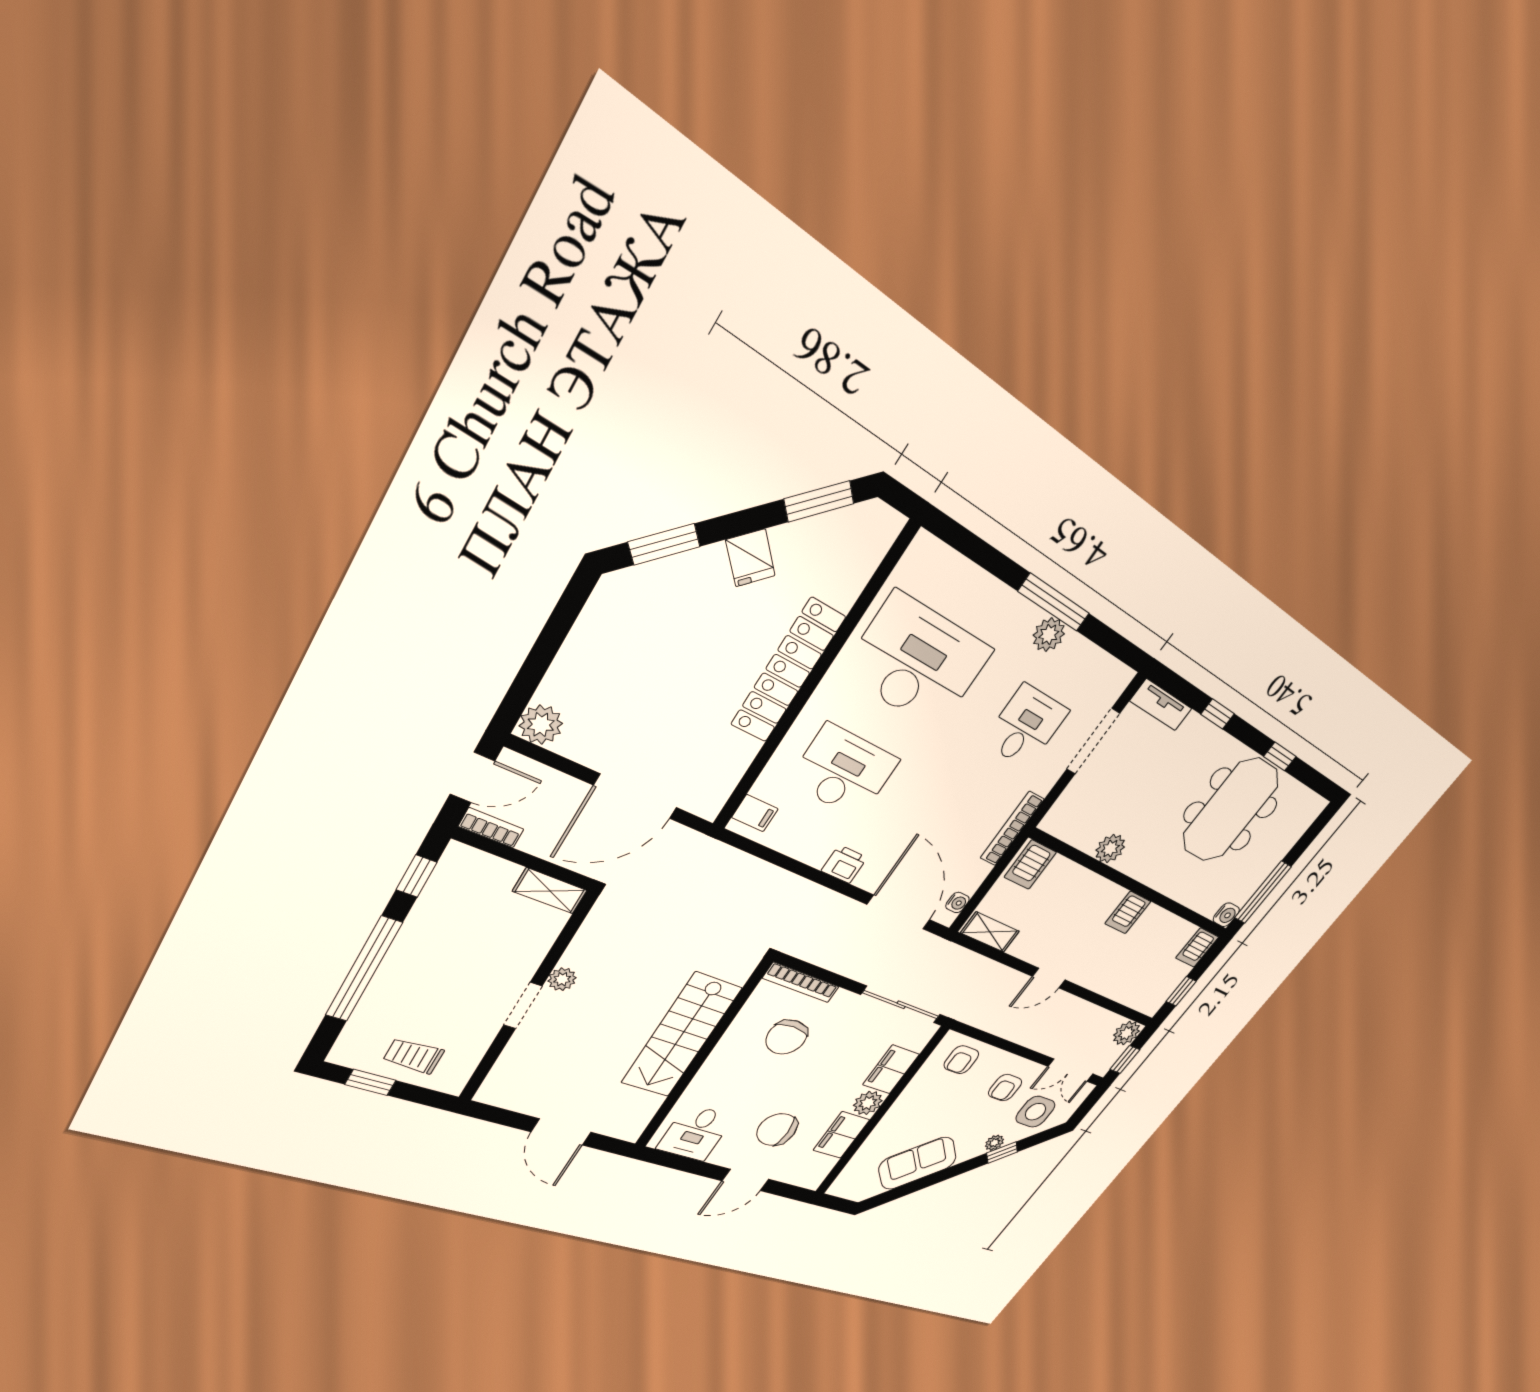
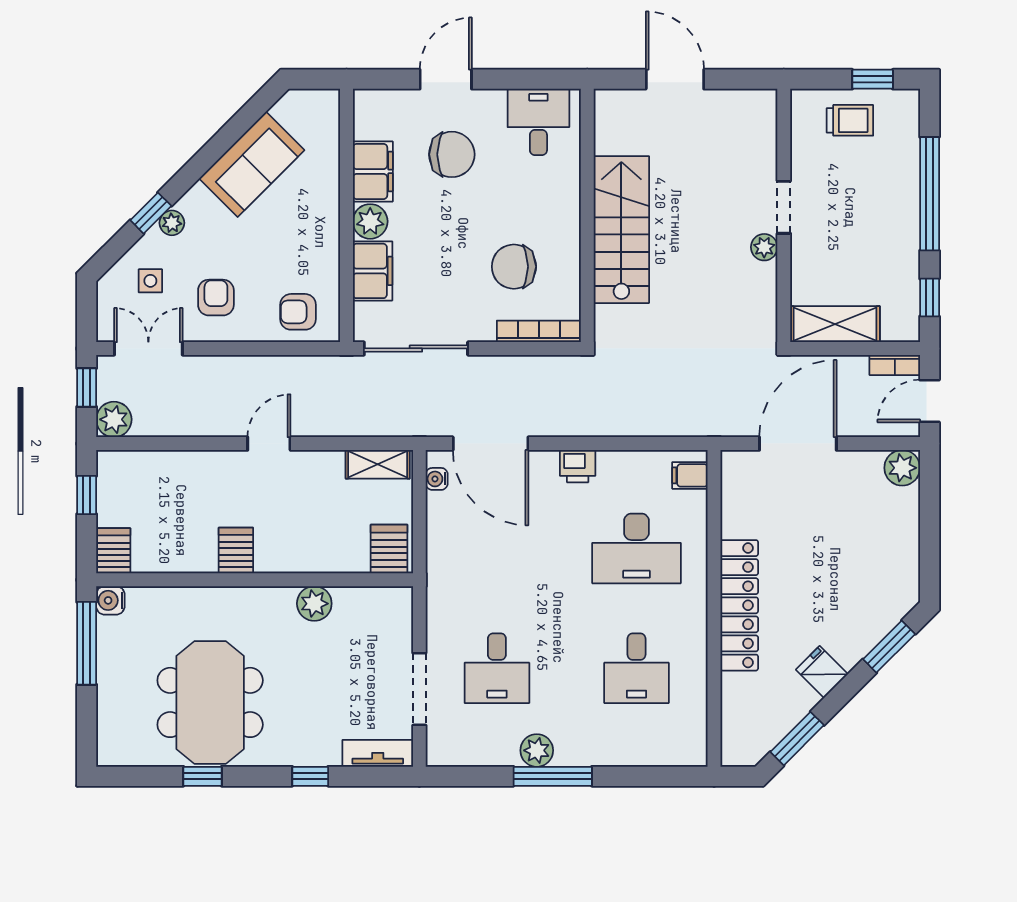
desk: (917, 662) -> (636, 668), width x0.53, depth x0.77
bookcase: (1012, 829) -> (436, 574), removed
shelving: (550, 891) -> (835, 324), width x1.50, depth x1.33
chair: (787, 1037) -> (514, 267), turned -90
armchair: (961, 1060) -> (298, 312), turned -90
side table: (1035, 1112) -> (150, 281), width x0.54, depth x0.54

